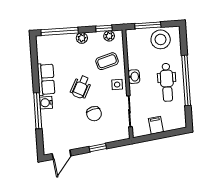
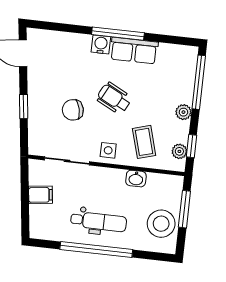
washbasin: (134, 77) -> (136, 179), moved
dental chair: (167, 82) -> (99, 222), turned 180
window: (38, 111) -> (118, 34), moved

